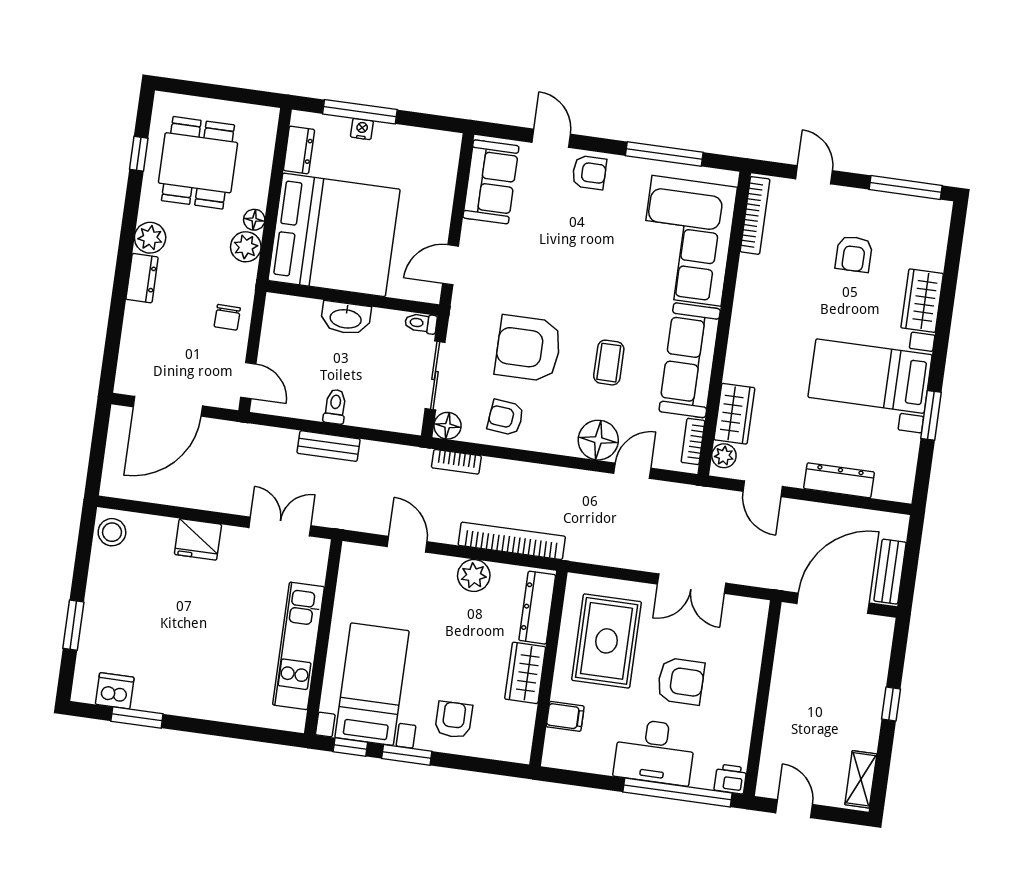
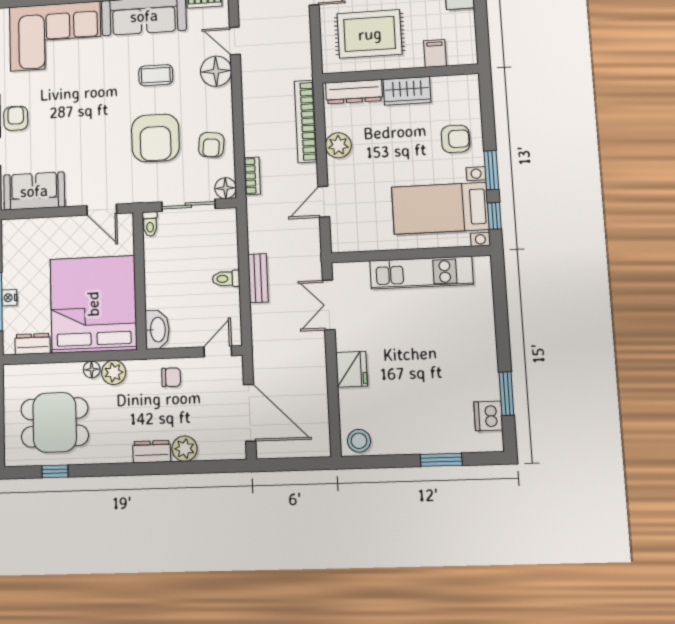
plant: (150, 238) -> (185, 449), moved
washbasin: (346, 318) -> (157, 330), moved
armchair: (454, 720) -> (455, 139), turned 180

